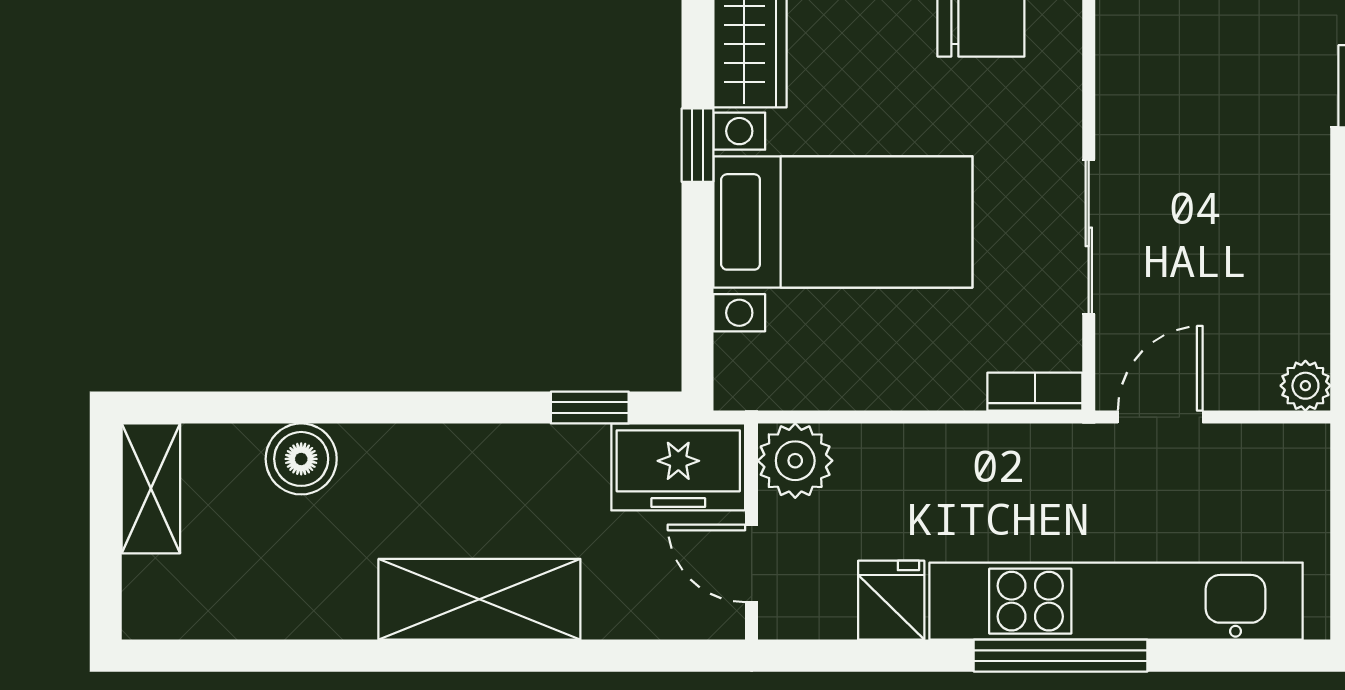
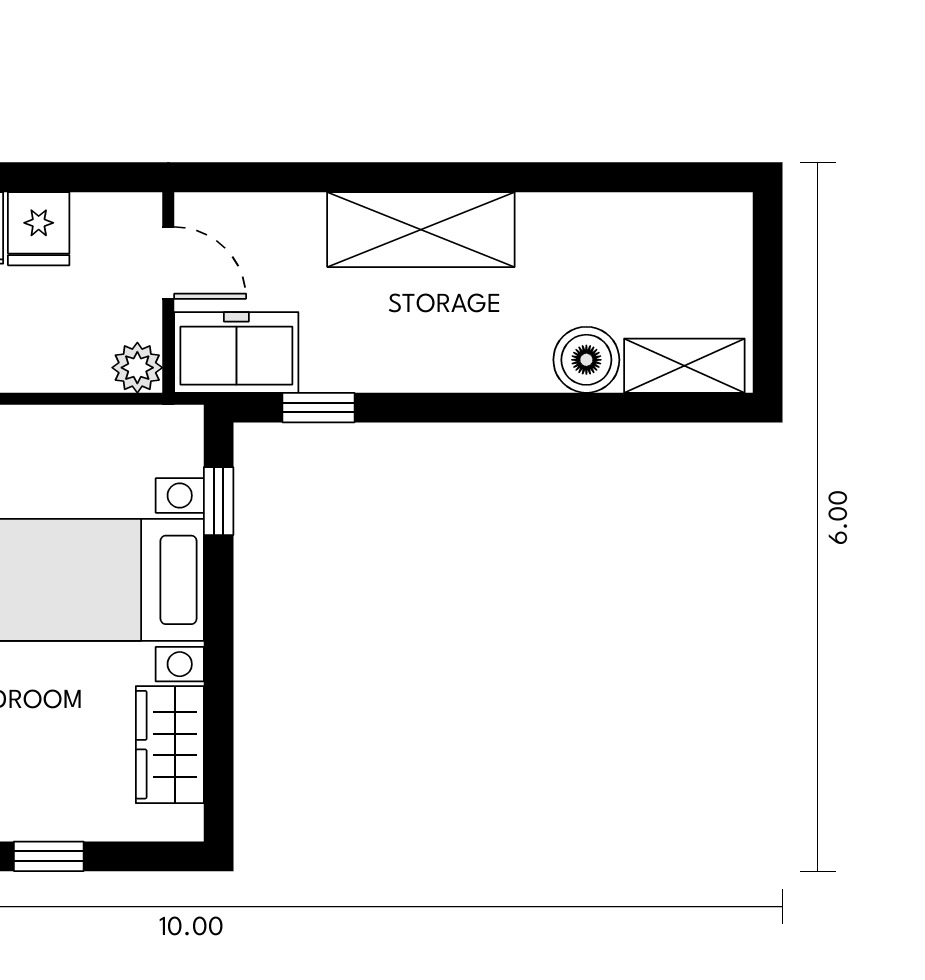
window: (697, 145) -> (219, 501), moved
plant: (795, 461) -> (137, 368), width x0.73, depth x0.73
shelving: (151, 488) -> (684, 366), moved, turned 90

